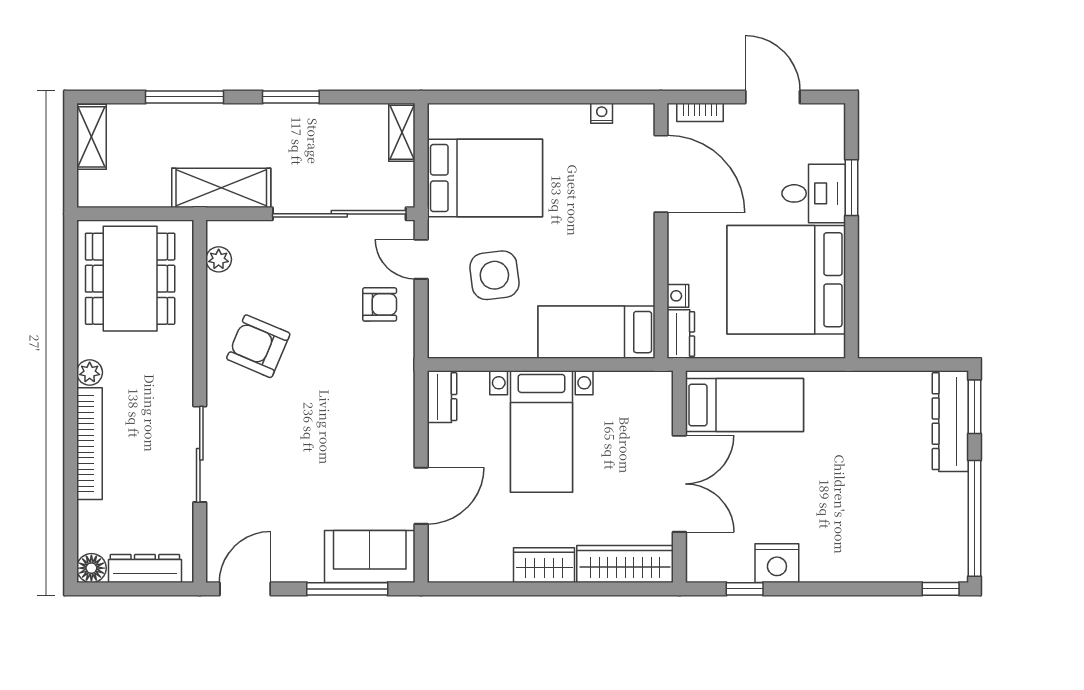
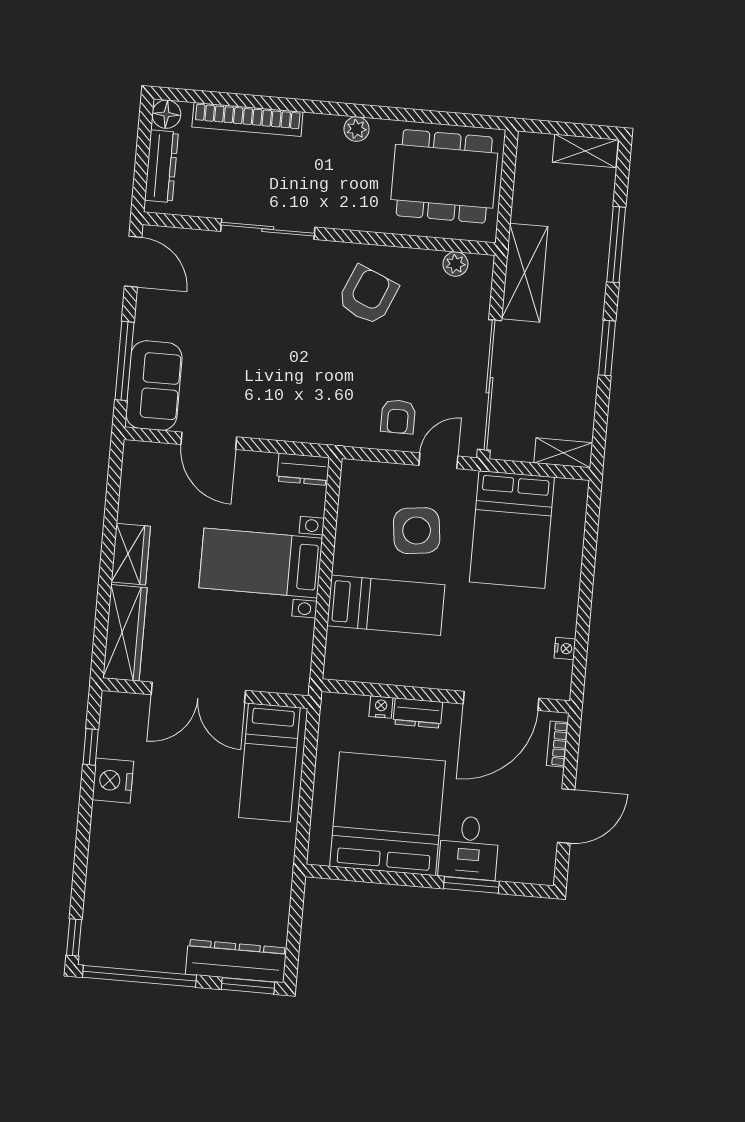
bed: (596, 332) -> (386, 605), moved, turned 90
dresser: (681, 334) -> (418, 713), moved
bookcase: (90, 444) -> (247, 119), moved

